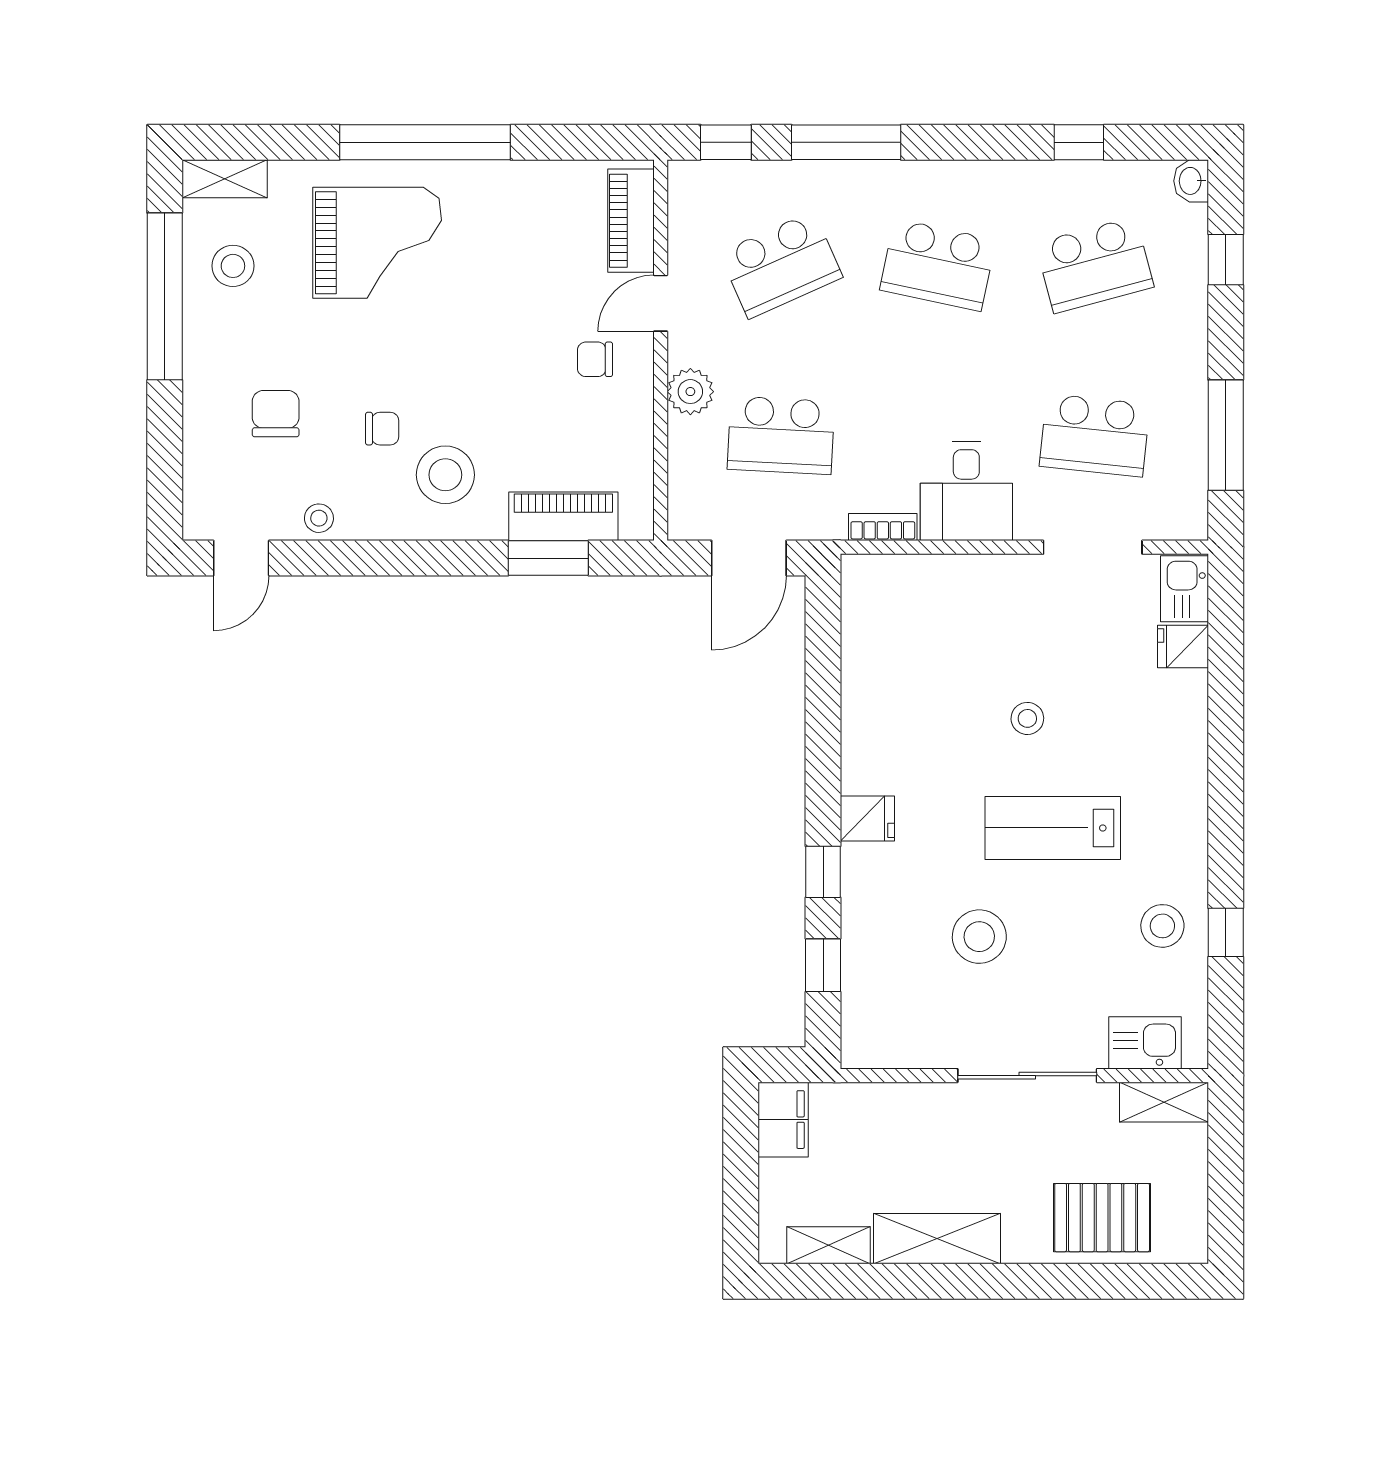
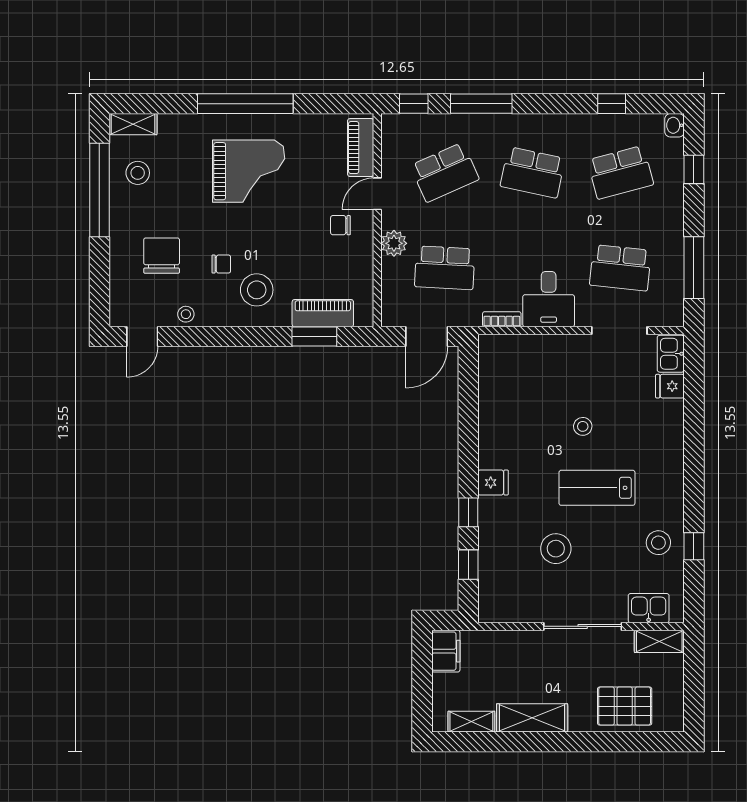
grand piano: (377, 243) -> (249, 171), moved
chair: (276, 414) -> (162, 256), width x1.37, depth x1.37

